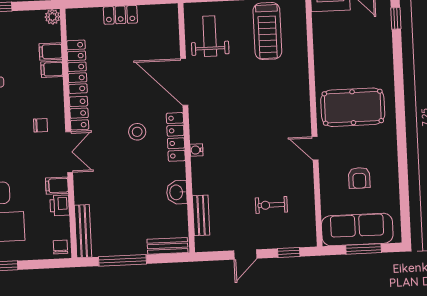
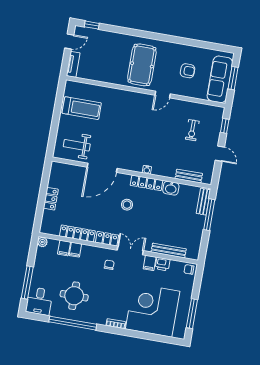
locker: (176, 137) -> (147, 183), moved
bench: (83, 231) -> (169, 251), moved
window: (123, 260) -> (209, 215), moved

